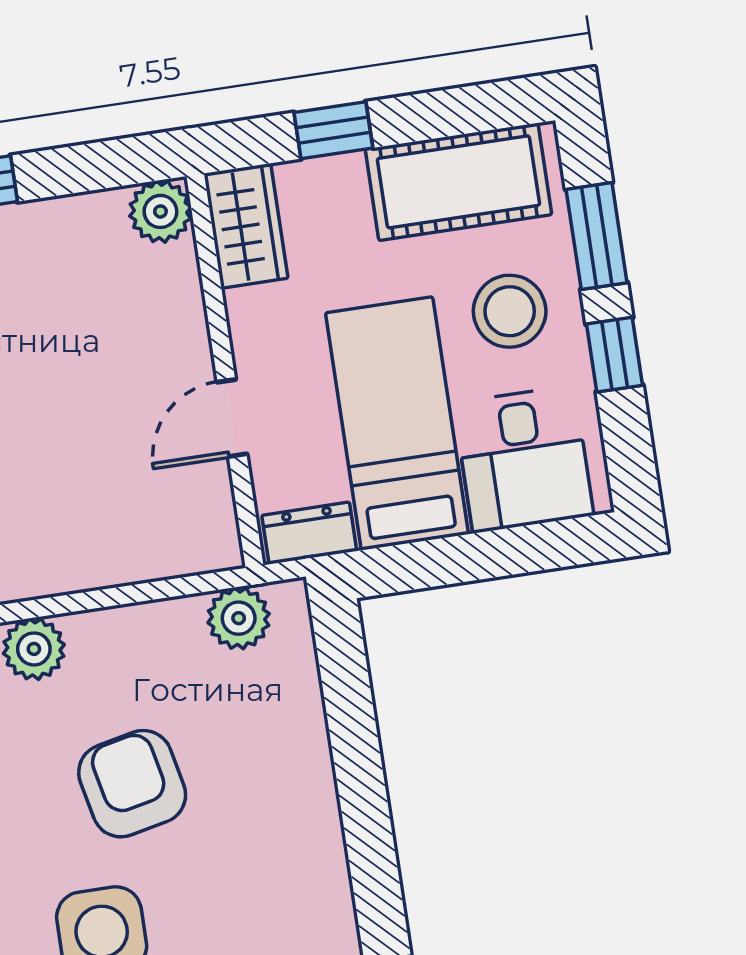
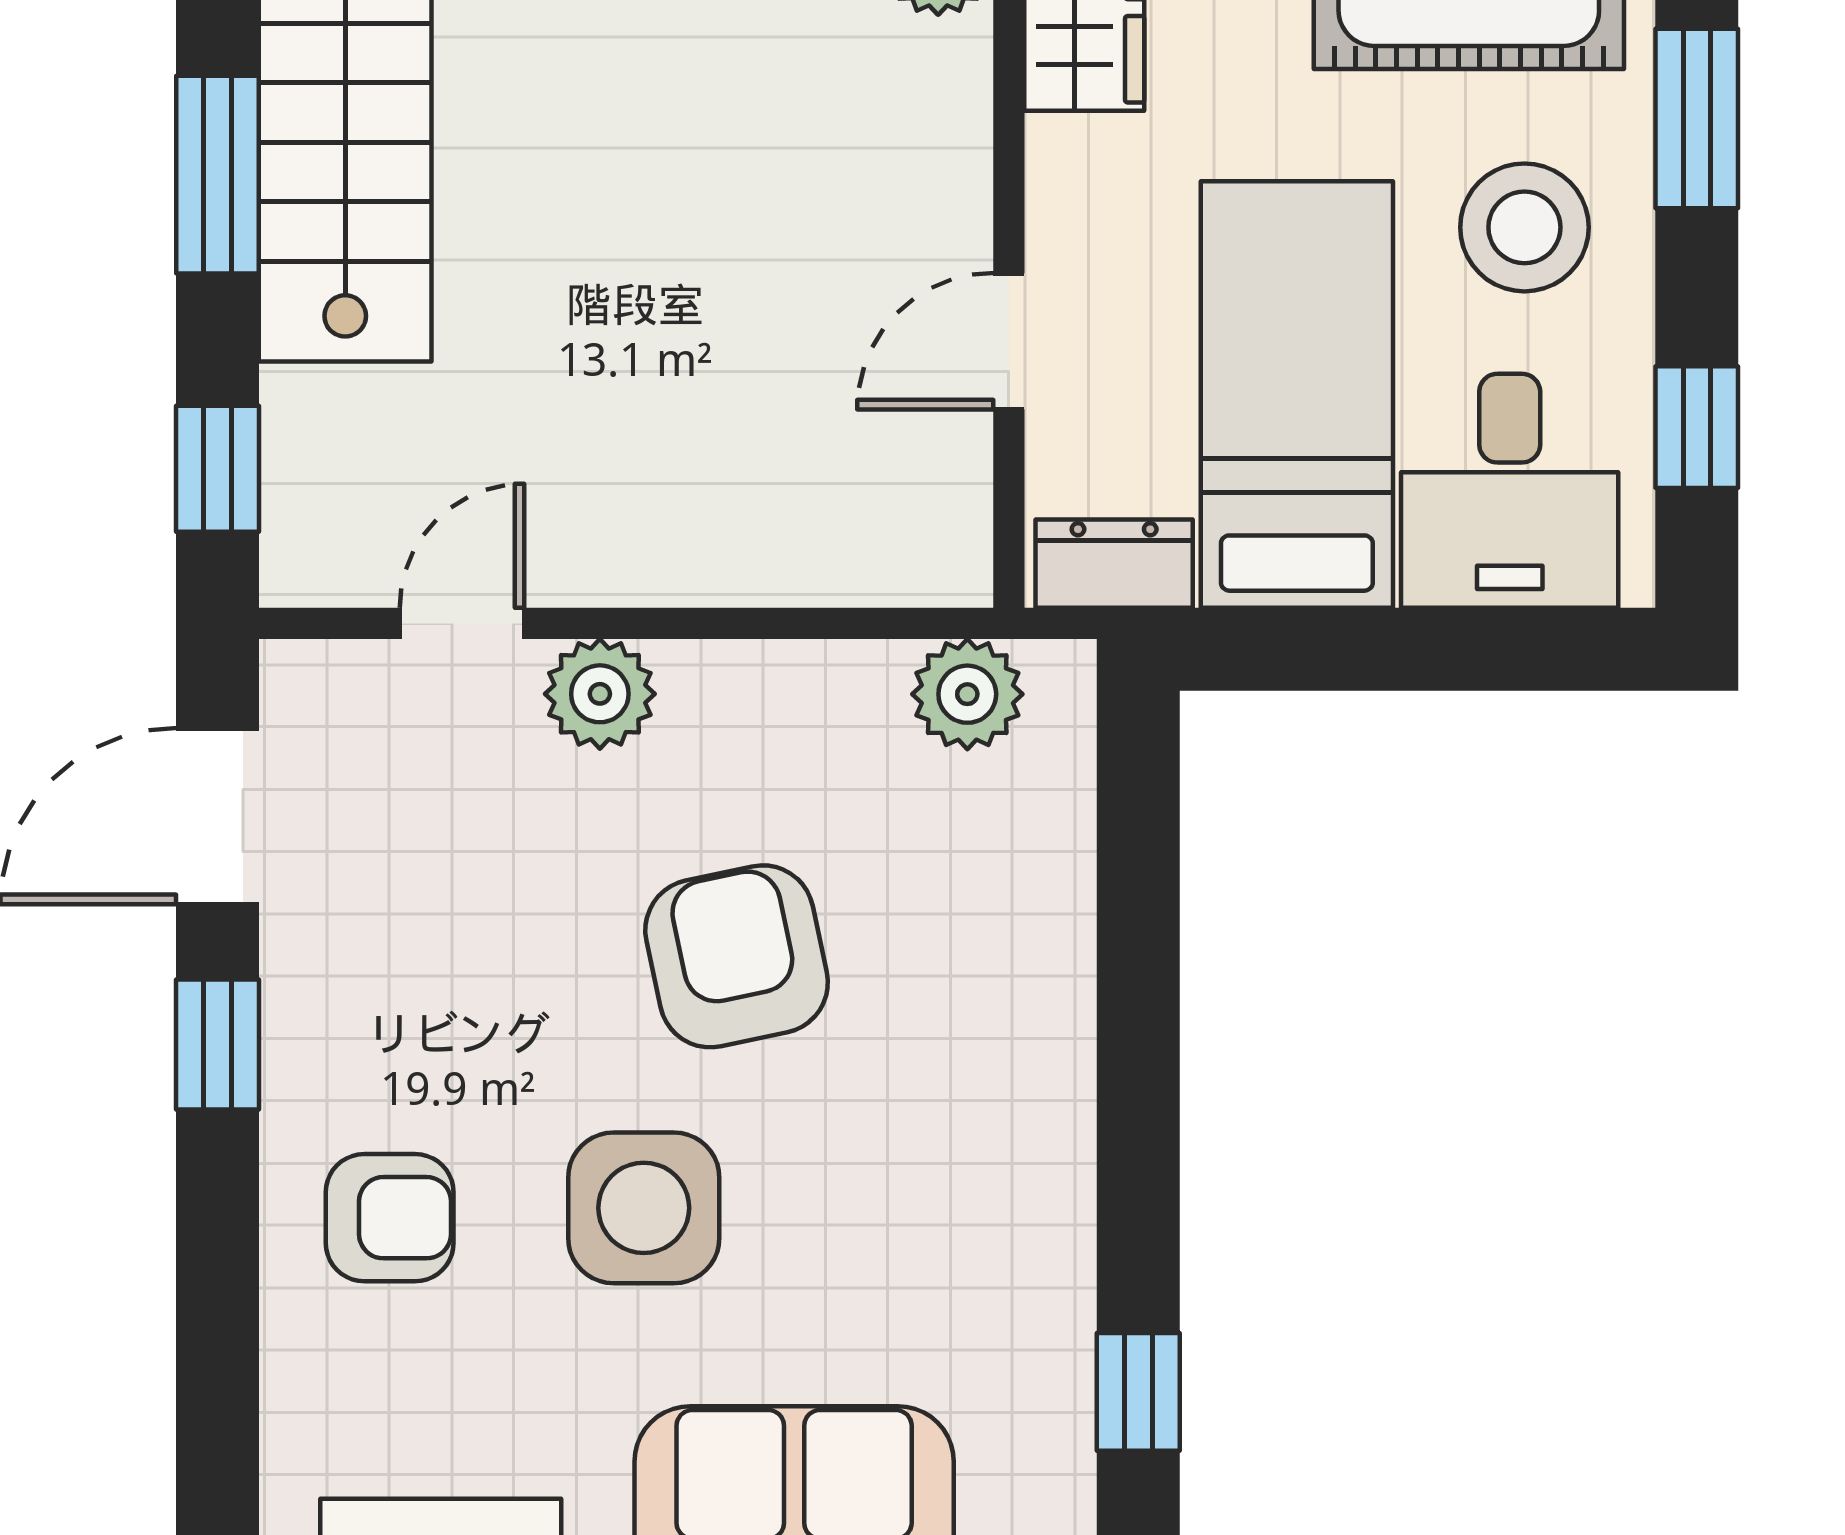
window: (614, 355) -> (1697, 427), moved

